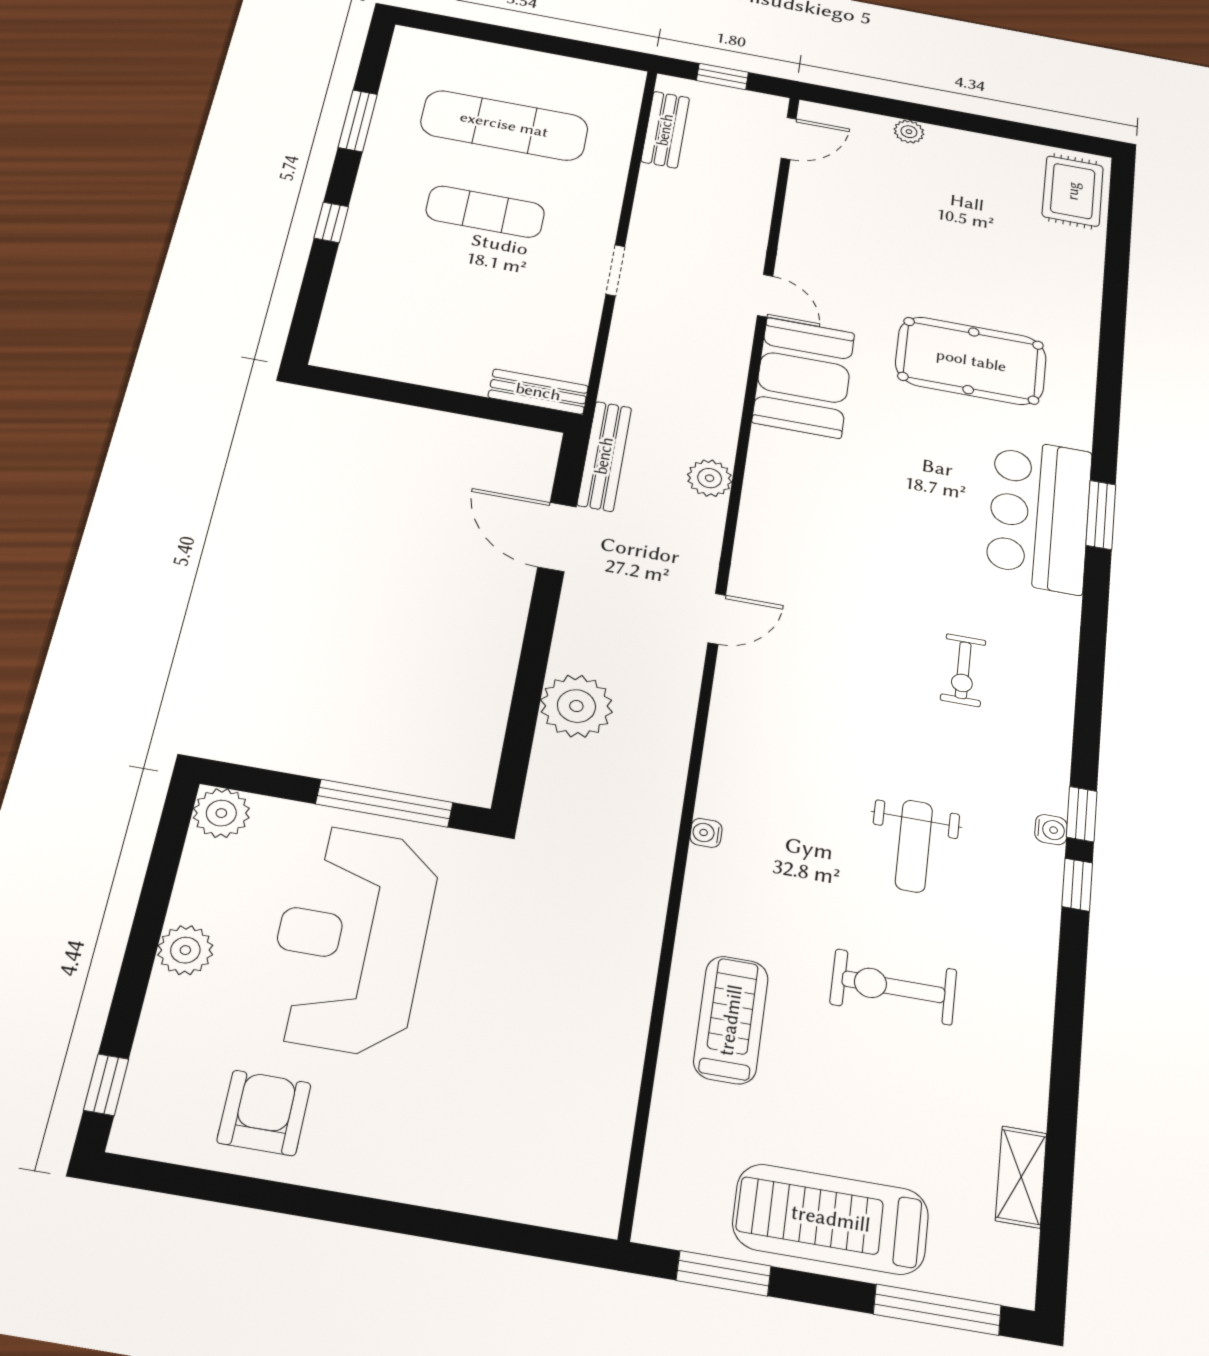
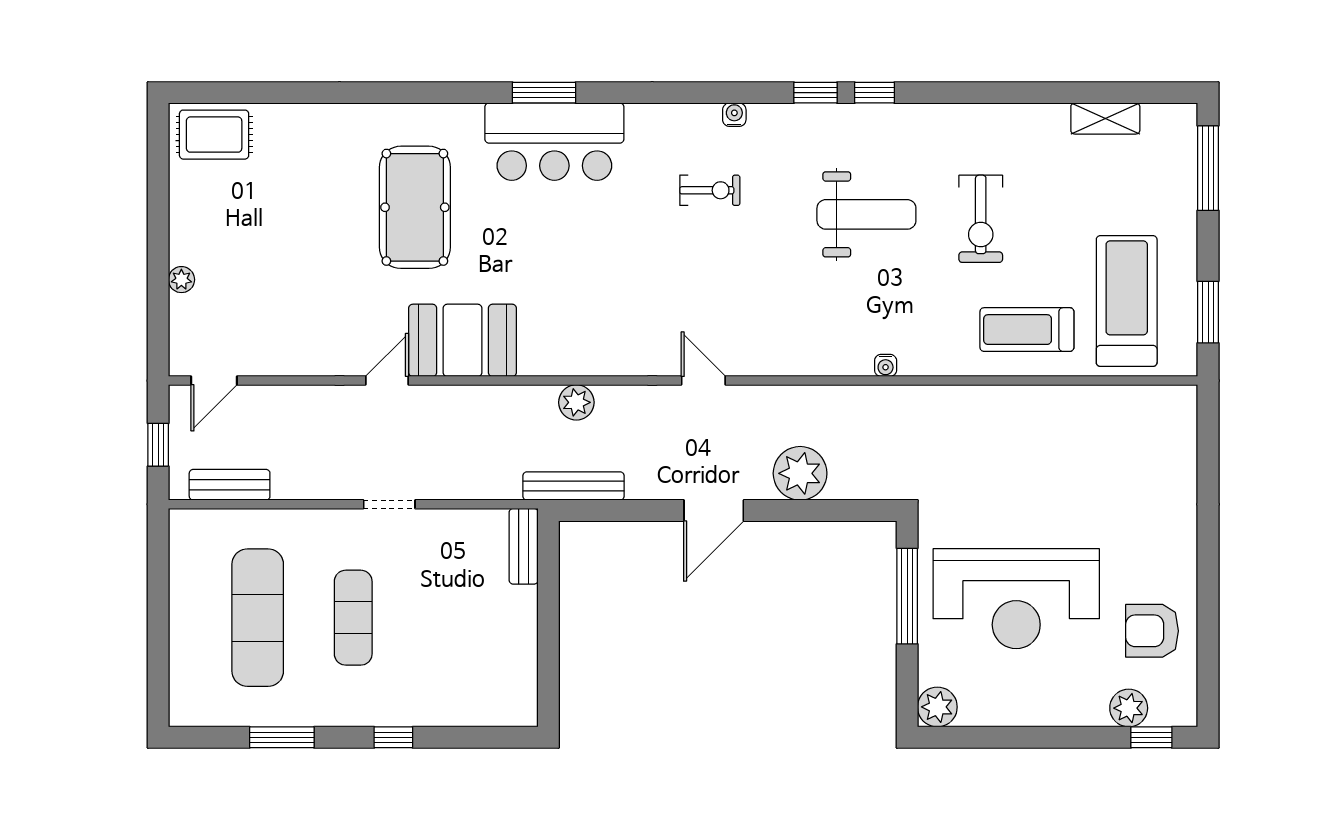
door: (789, 138) -> (214, 381), swing flipped
door: (557, 537) -> (714, 510), moved
water cooler: (1051, 830) -> (734, 115), moved
weight bench: (914, 846) -> (866, 214), width x1.36, depth x1.33
plant: (185, 950) -> (1129, 708), moved
treadmill: (831, 1219) -> (1127, 301), moved, turned 180

